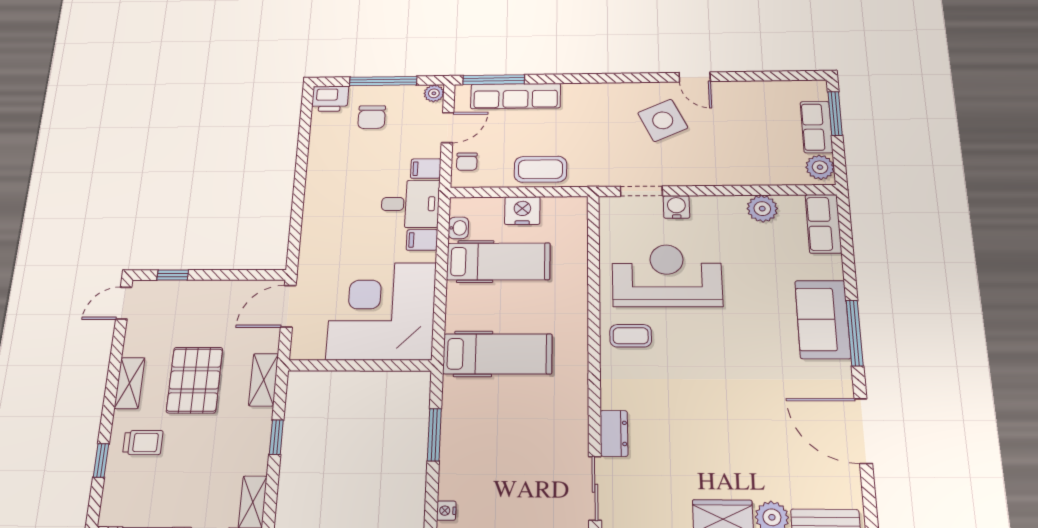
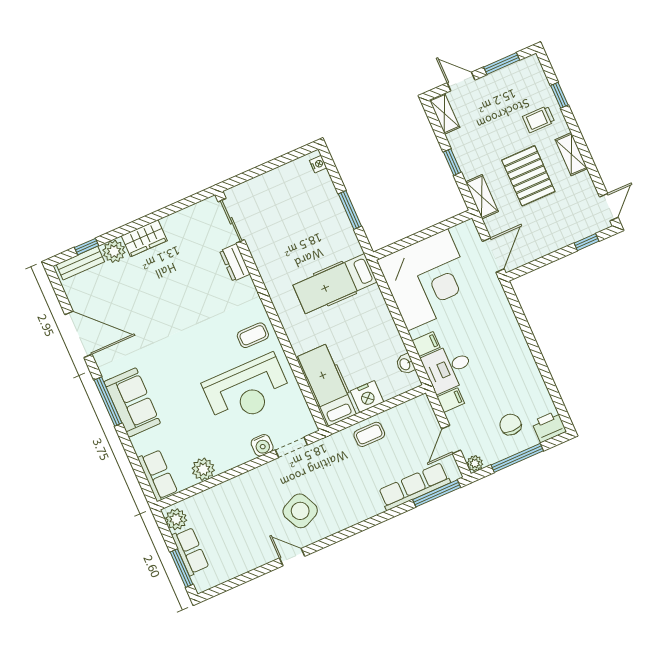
chair: (467, 162) -> (424, 418), removed
coffee table: (540, 169) -> (369, 434), width x0.73, depth x0.77
hospital bed: (498, 261) -> (327, 385), moved, turned 90

